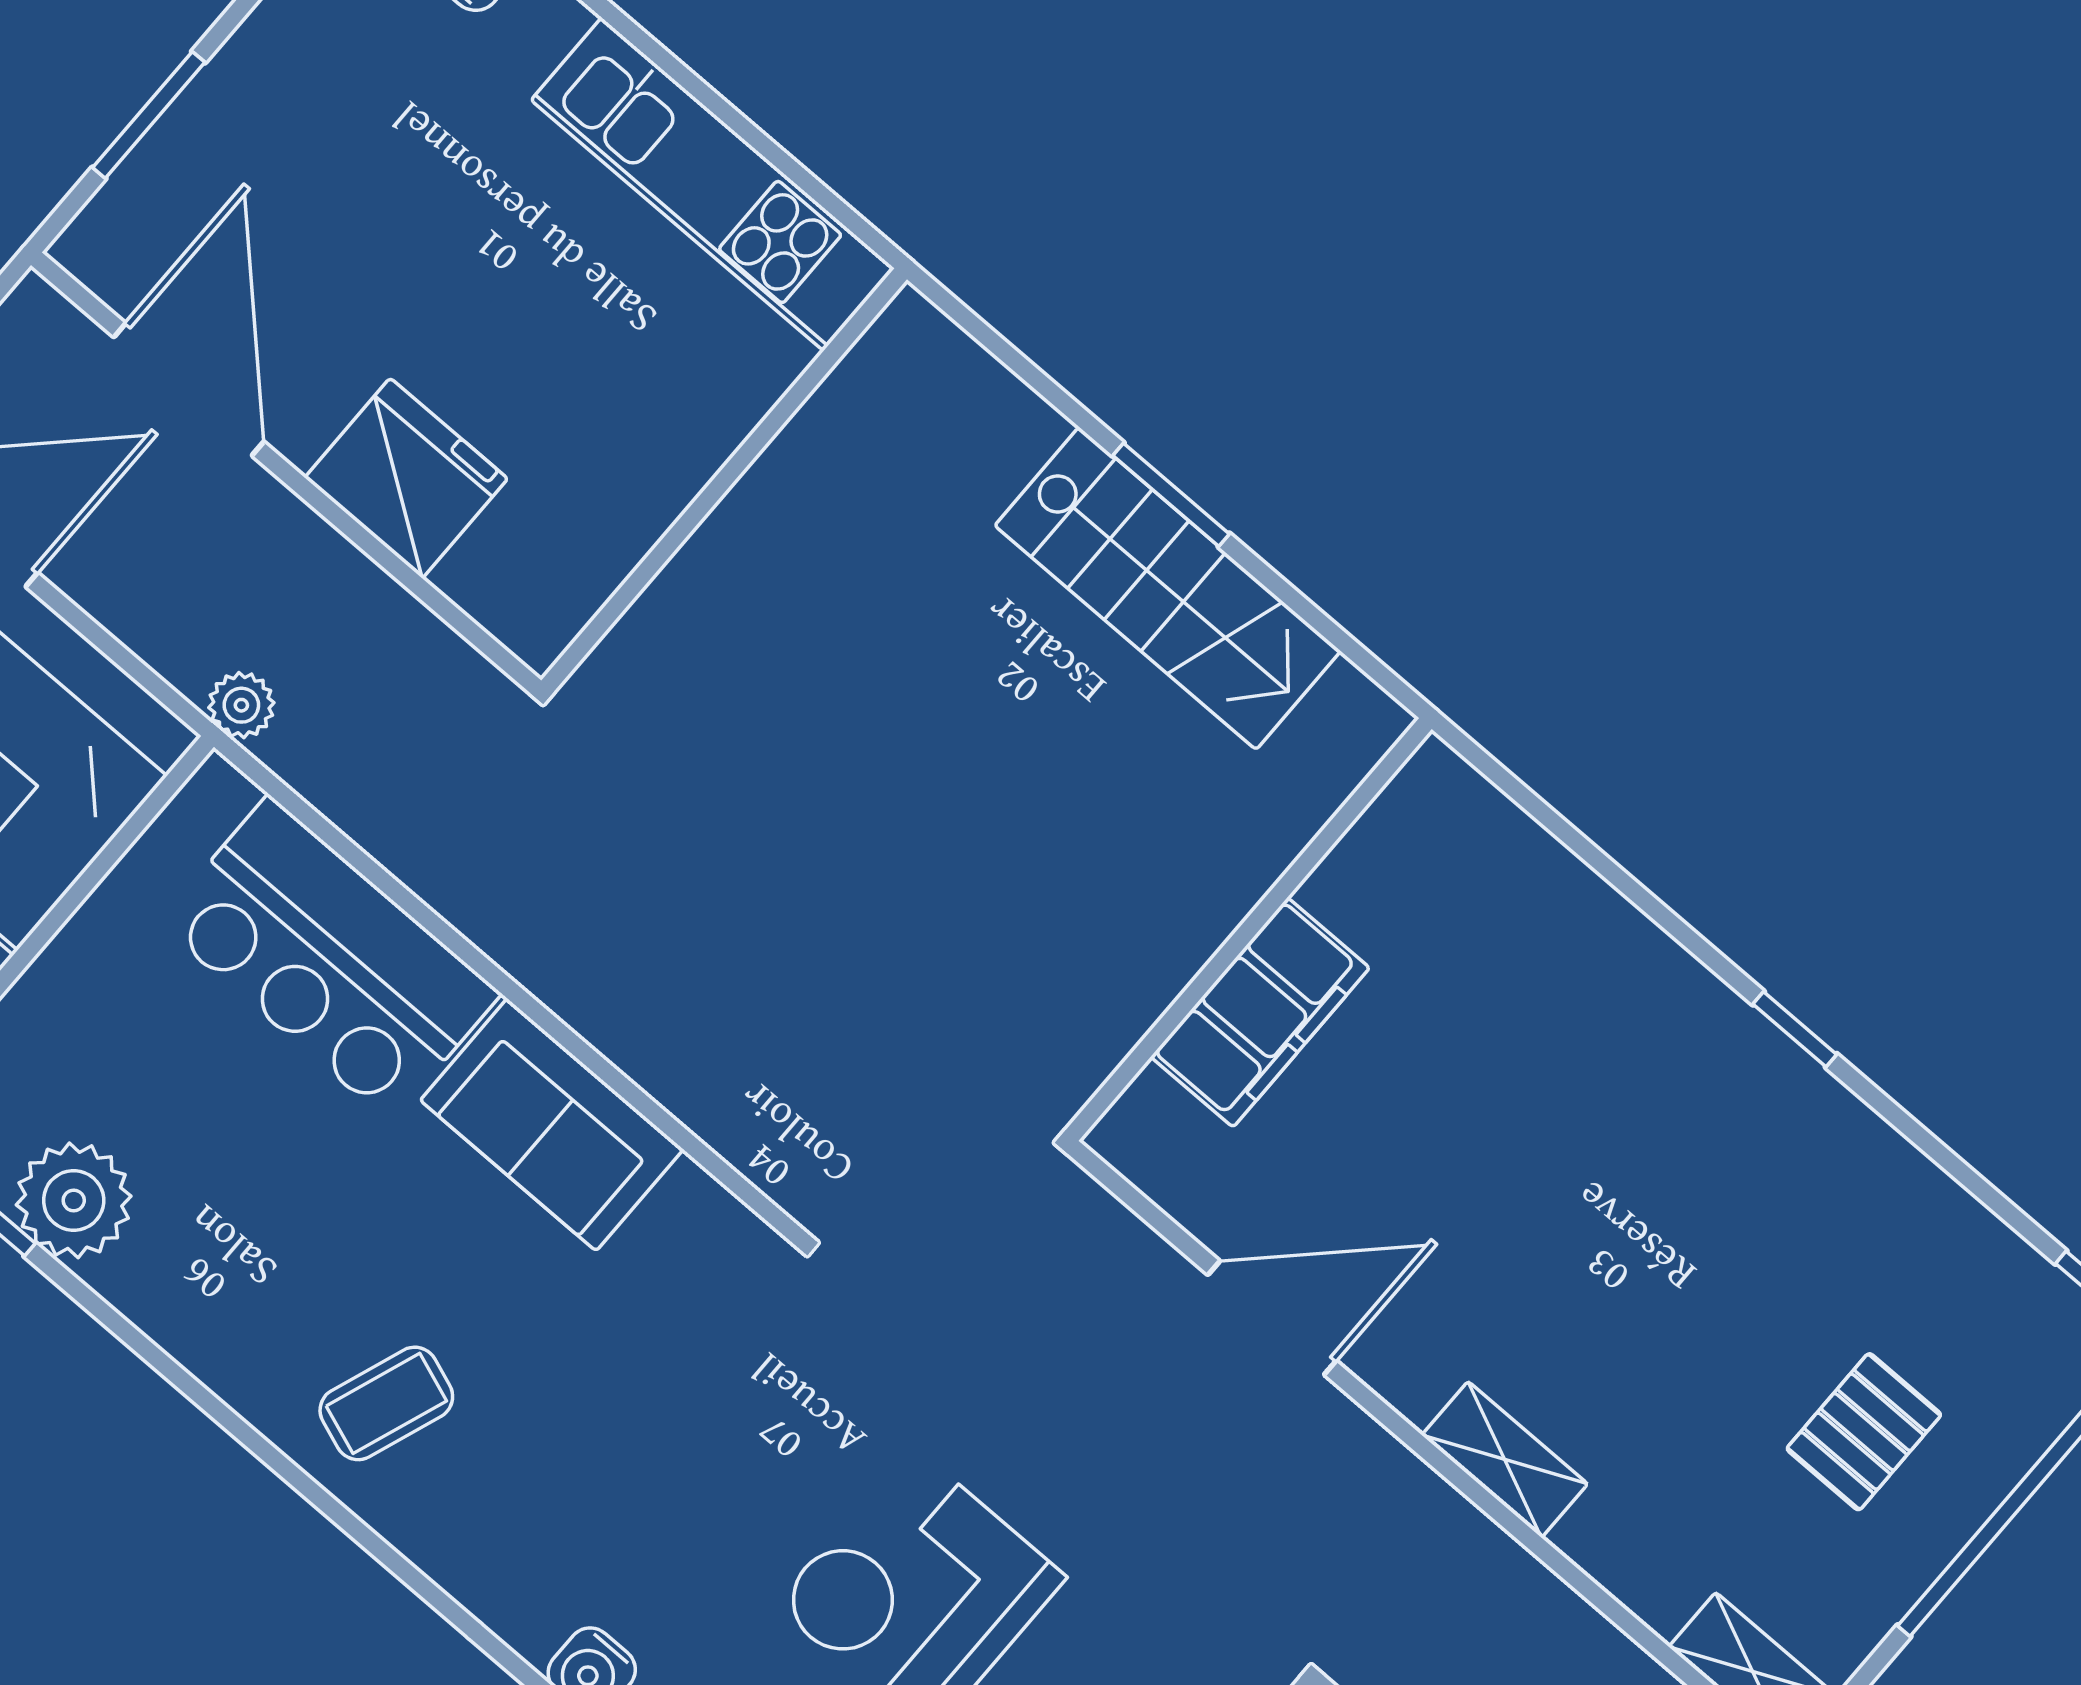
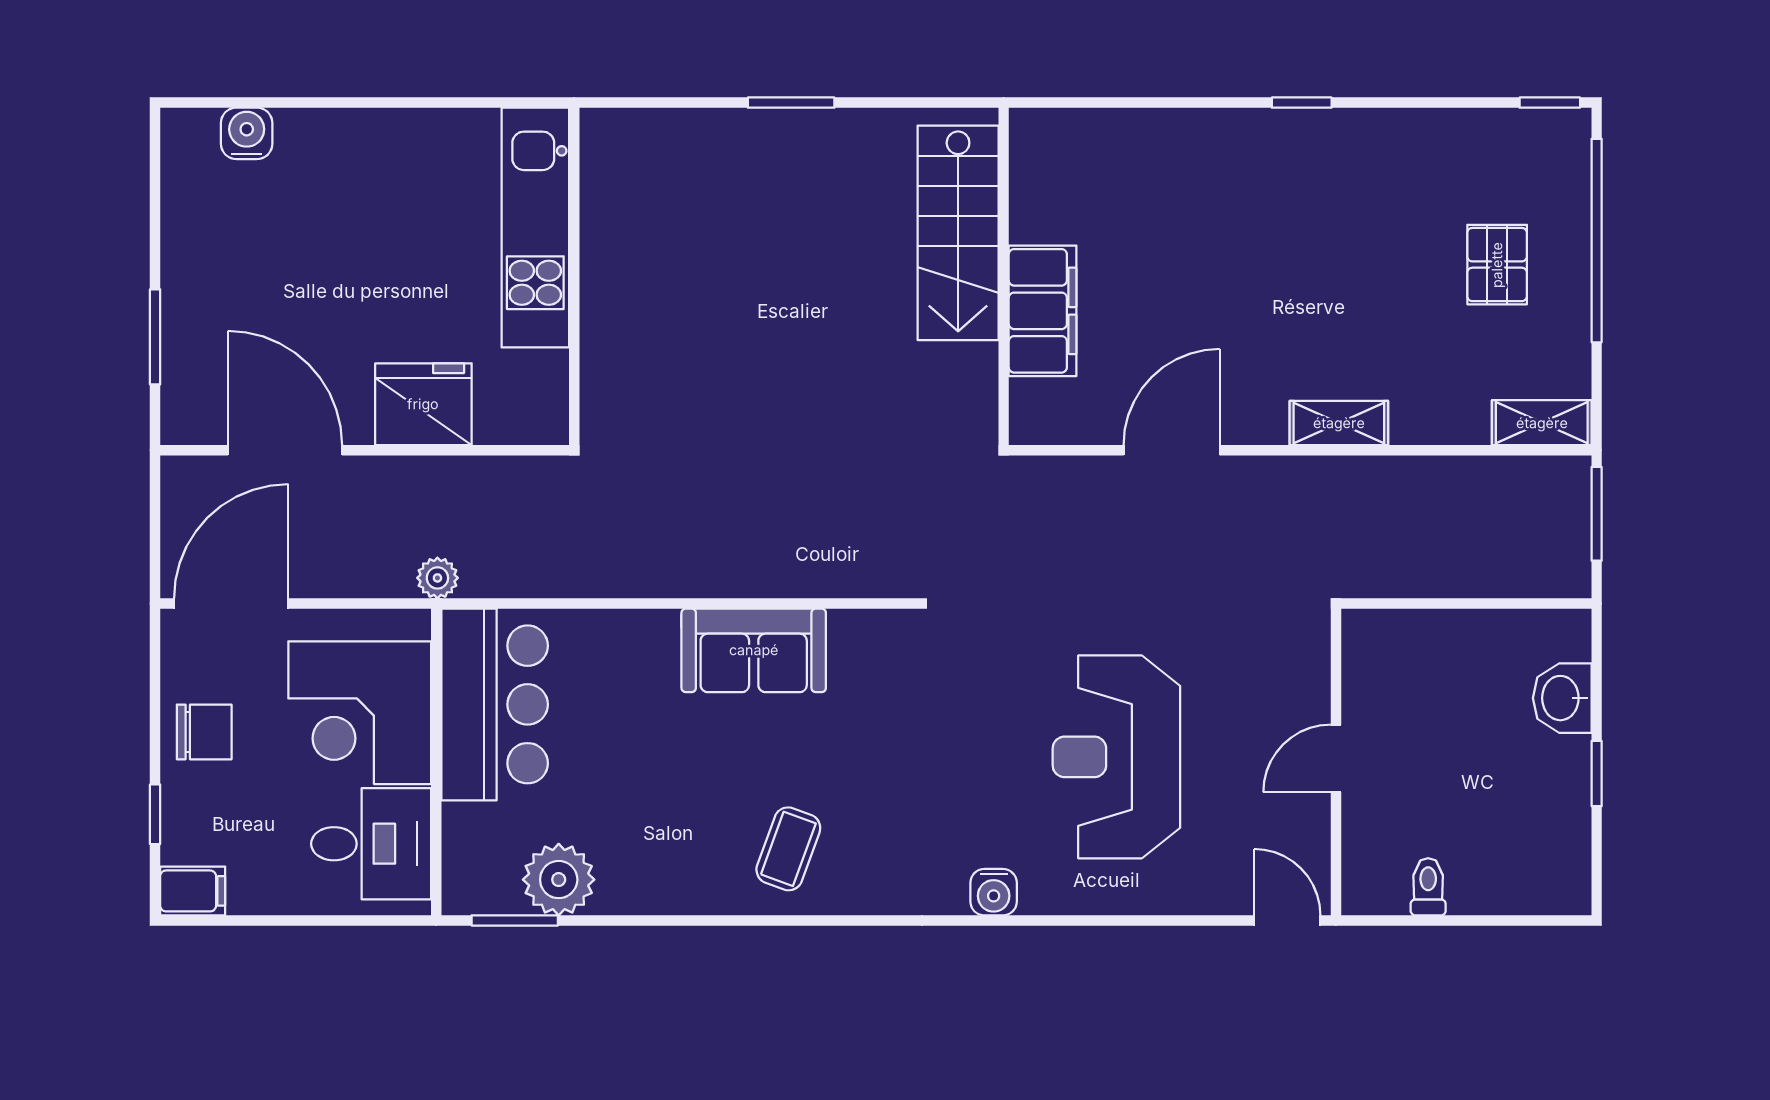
kitchen unit: (713, 184) -> (535, 228), moved, turned 90
stairs: (1168, 588) -> (958, 233), moved, turned 90
bar counter: (330, 959) -> (495, 704), moved, turned -90

